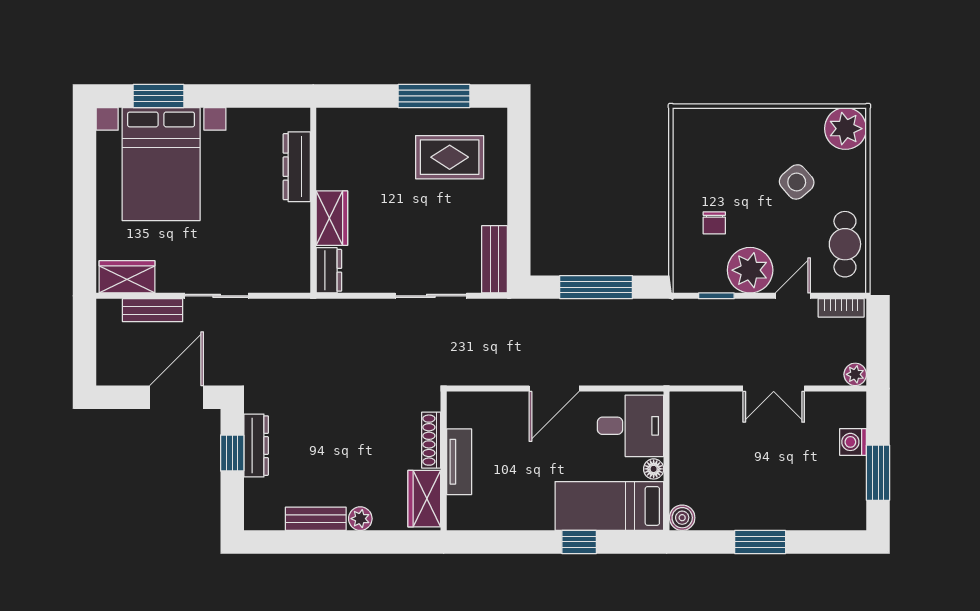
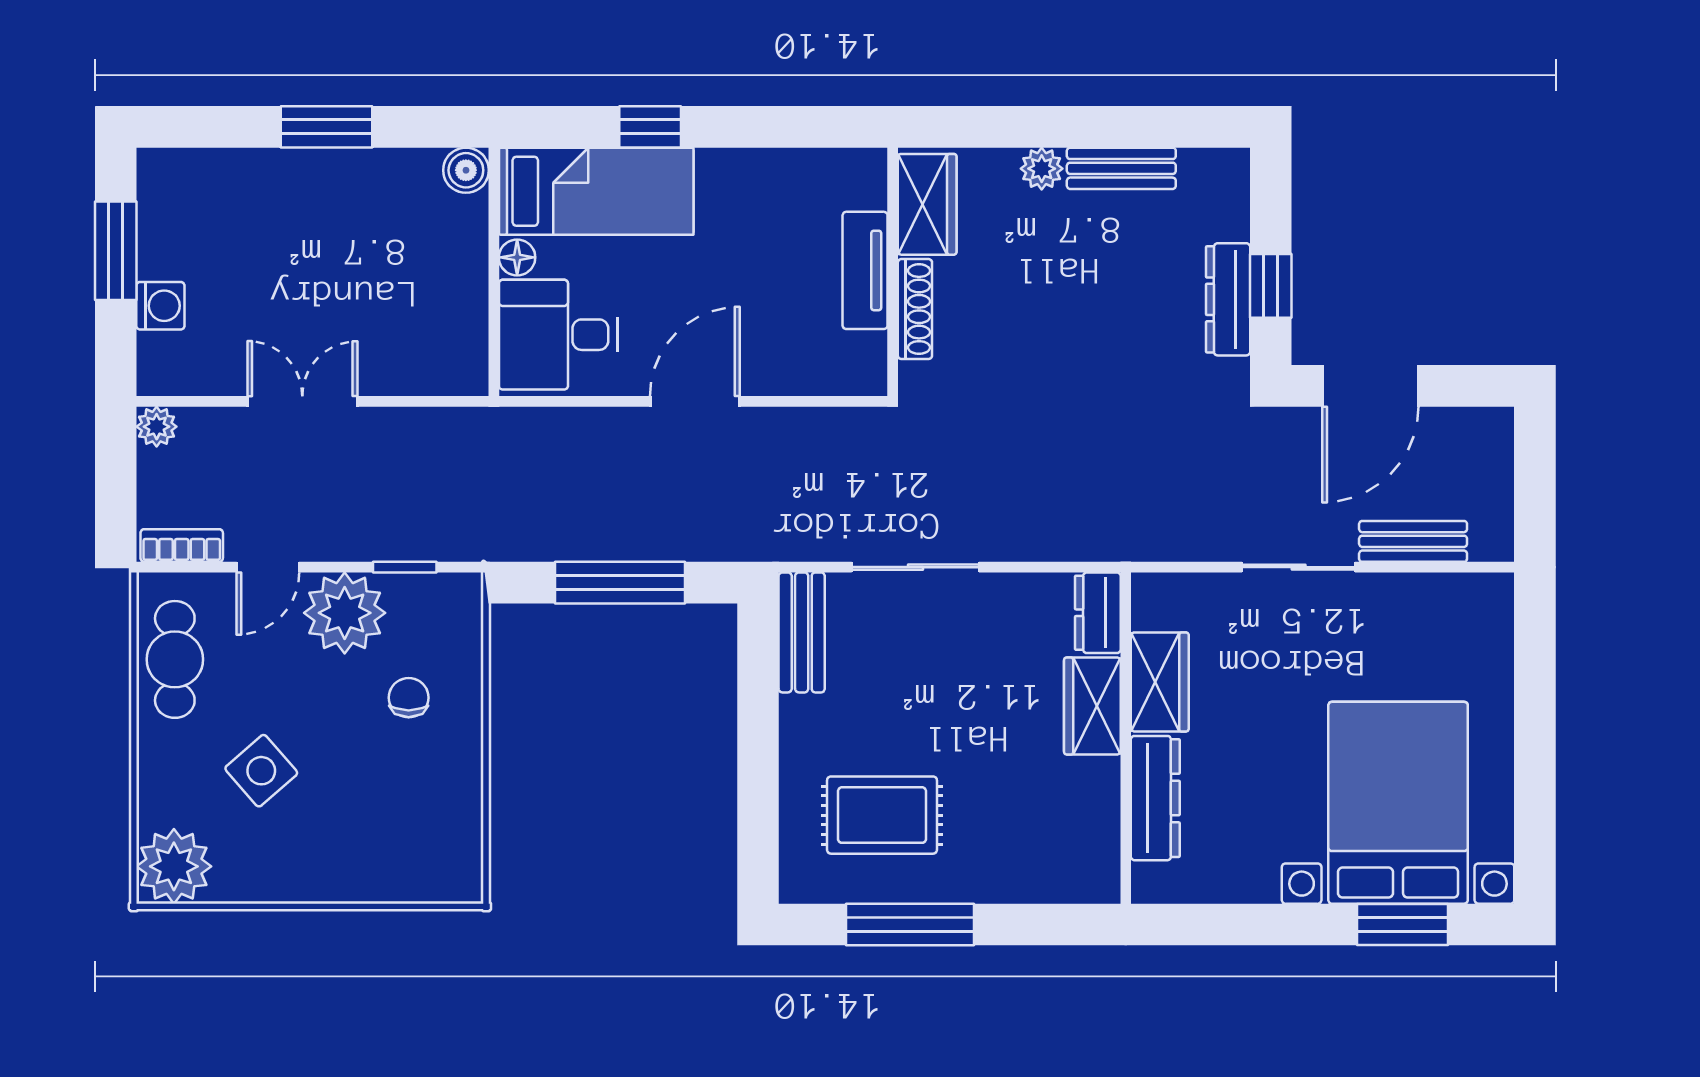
wardrobe: (127, 277) -> (1160, 682), moved, turned -90

